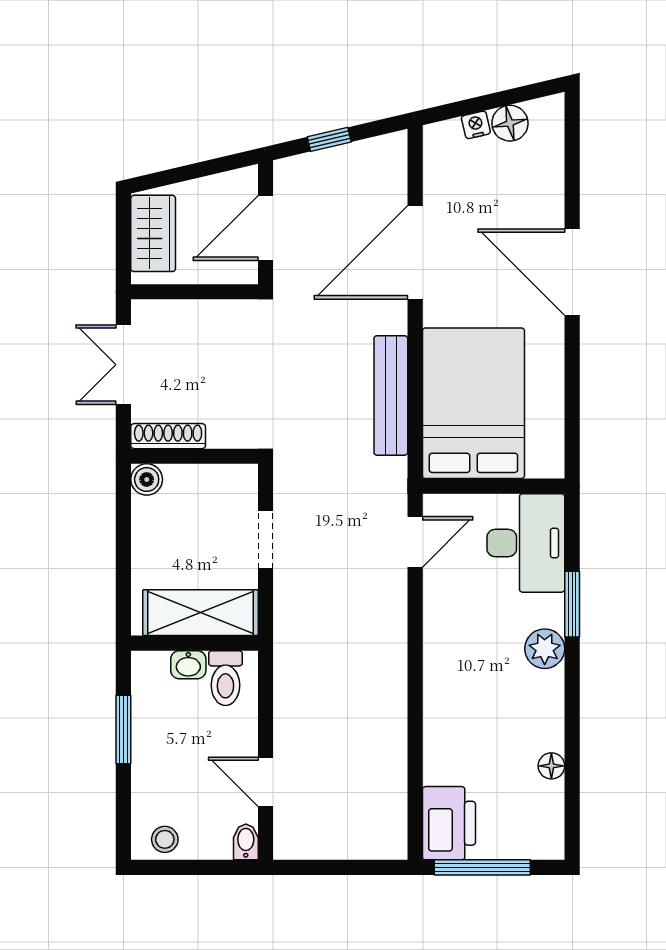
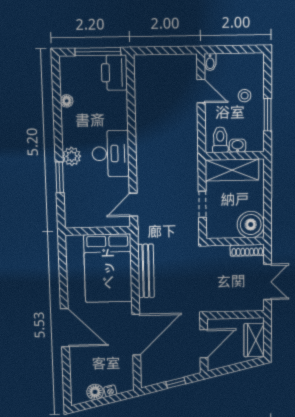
boiler: (147, 479) -> (251, 225), width x1.86, depth x1.86
desk: (526, 543) -> (111, 154), moved, turned 180
stool: (165, 839) -> (245, 96), moved

